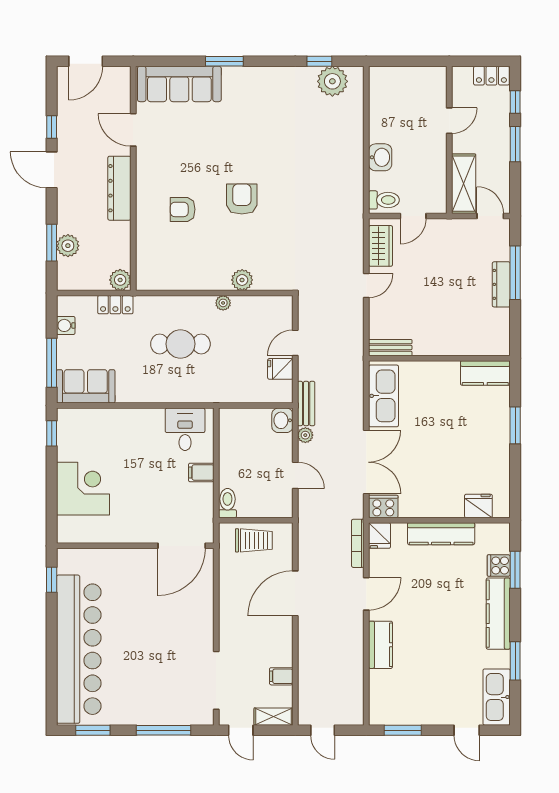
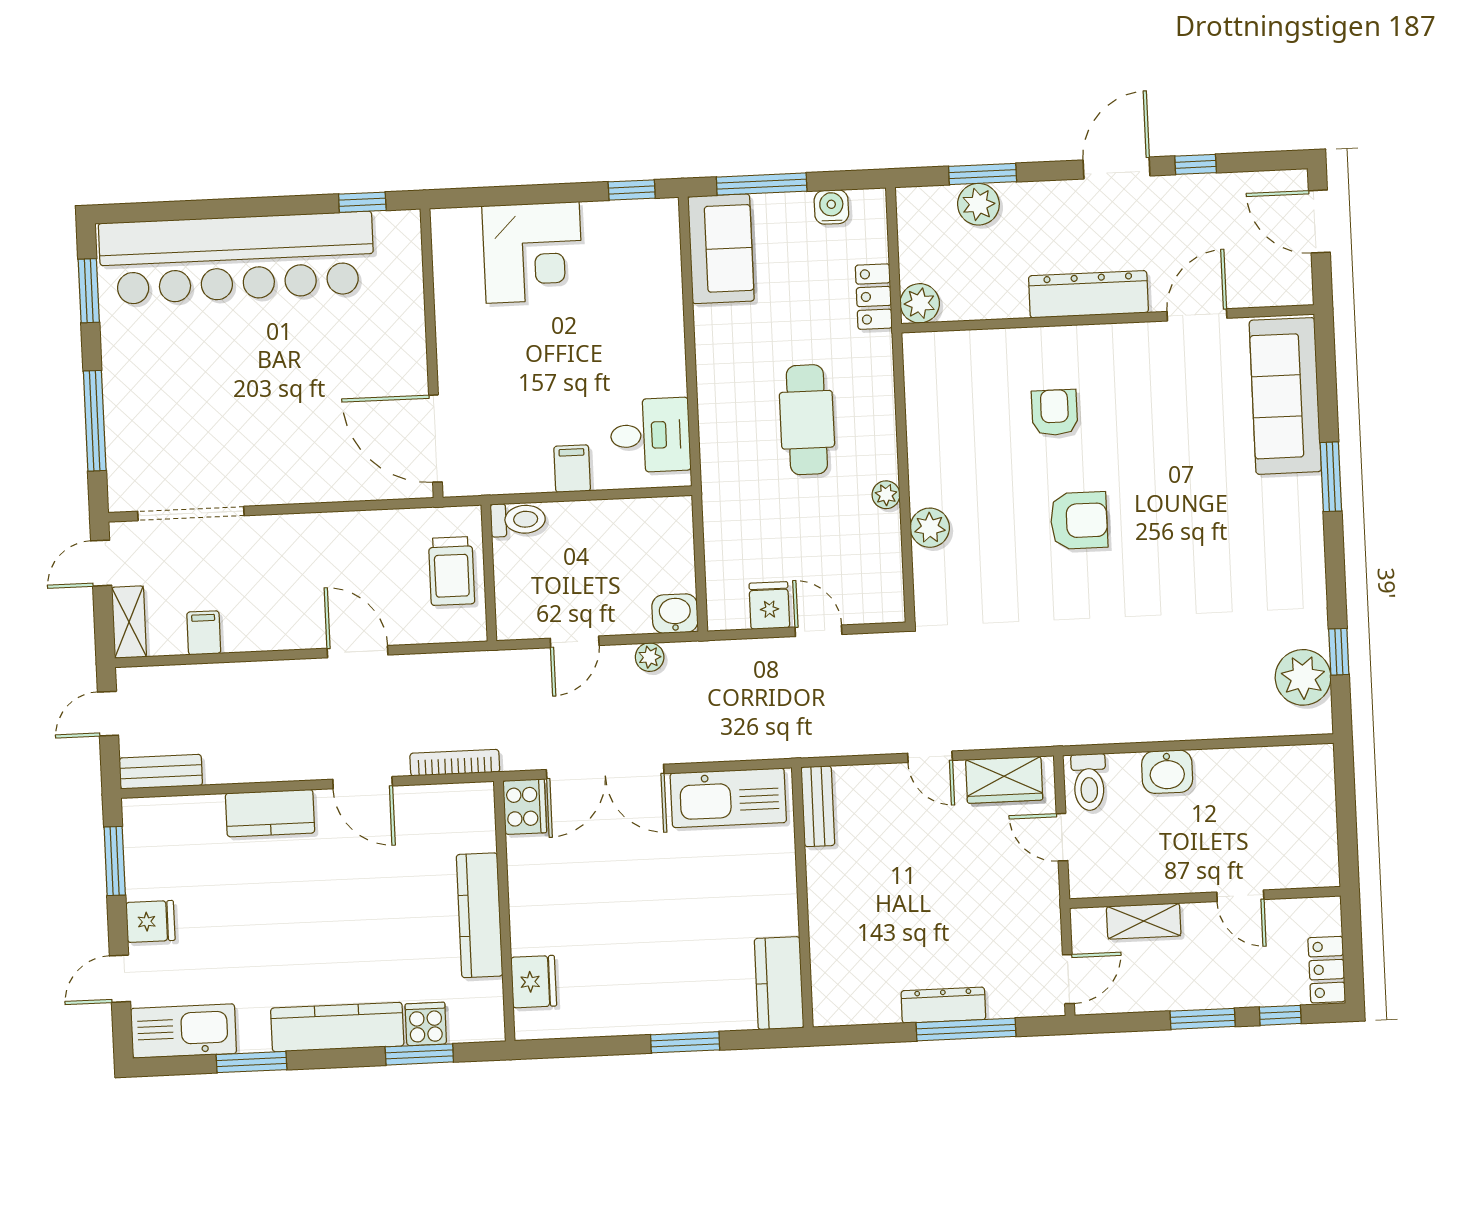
shelving: (464, 184) -> (1144, 921), width x0.67, depth x0.75
bench: (306, 404) -> (161, 772), moved
fridge: (380, 536) -> (150, 921), moved, turned 180
door: (295, 593) -> (358, 652), width x0.73

